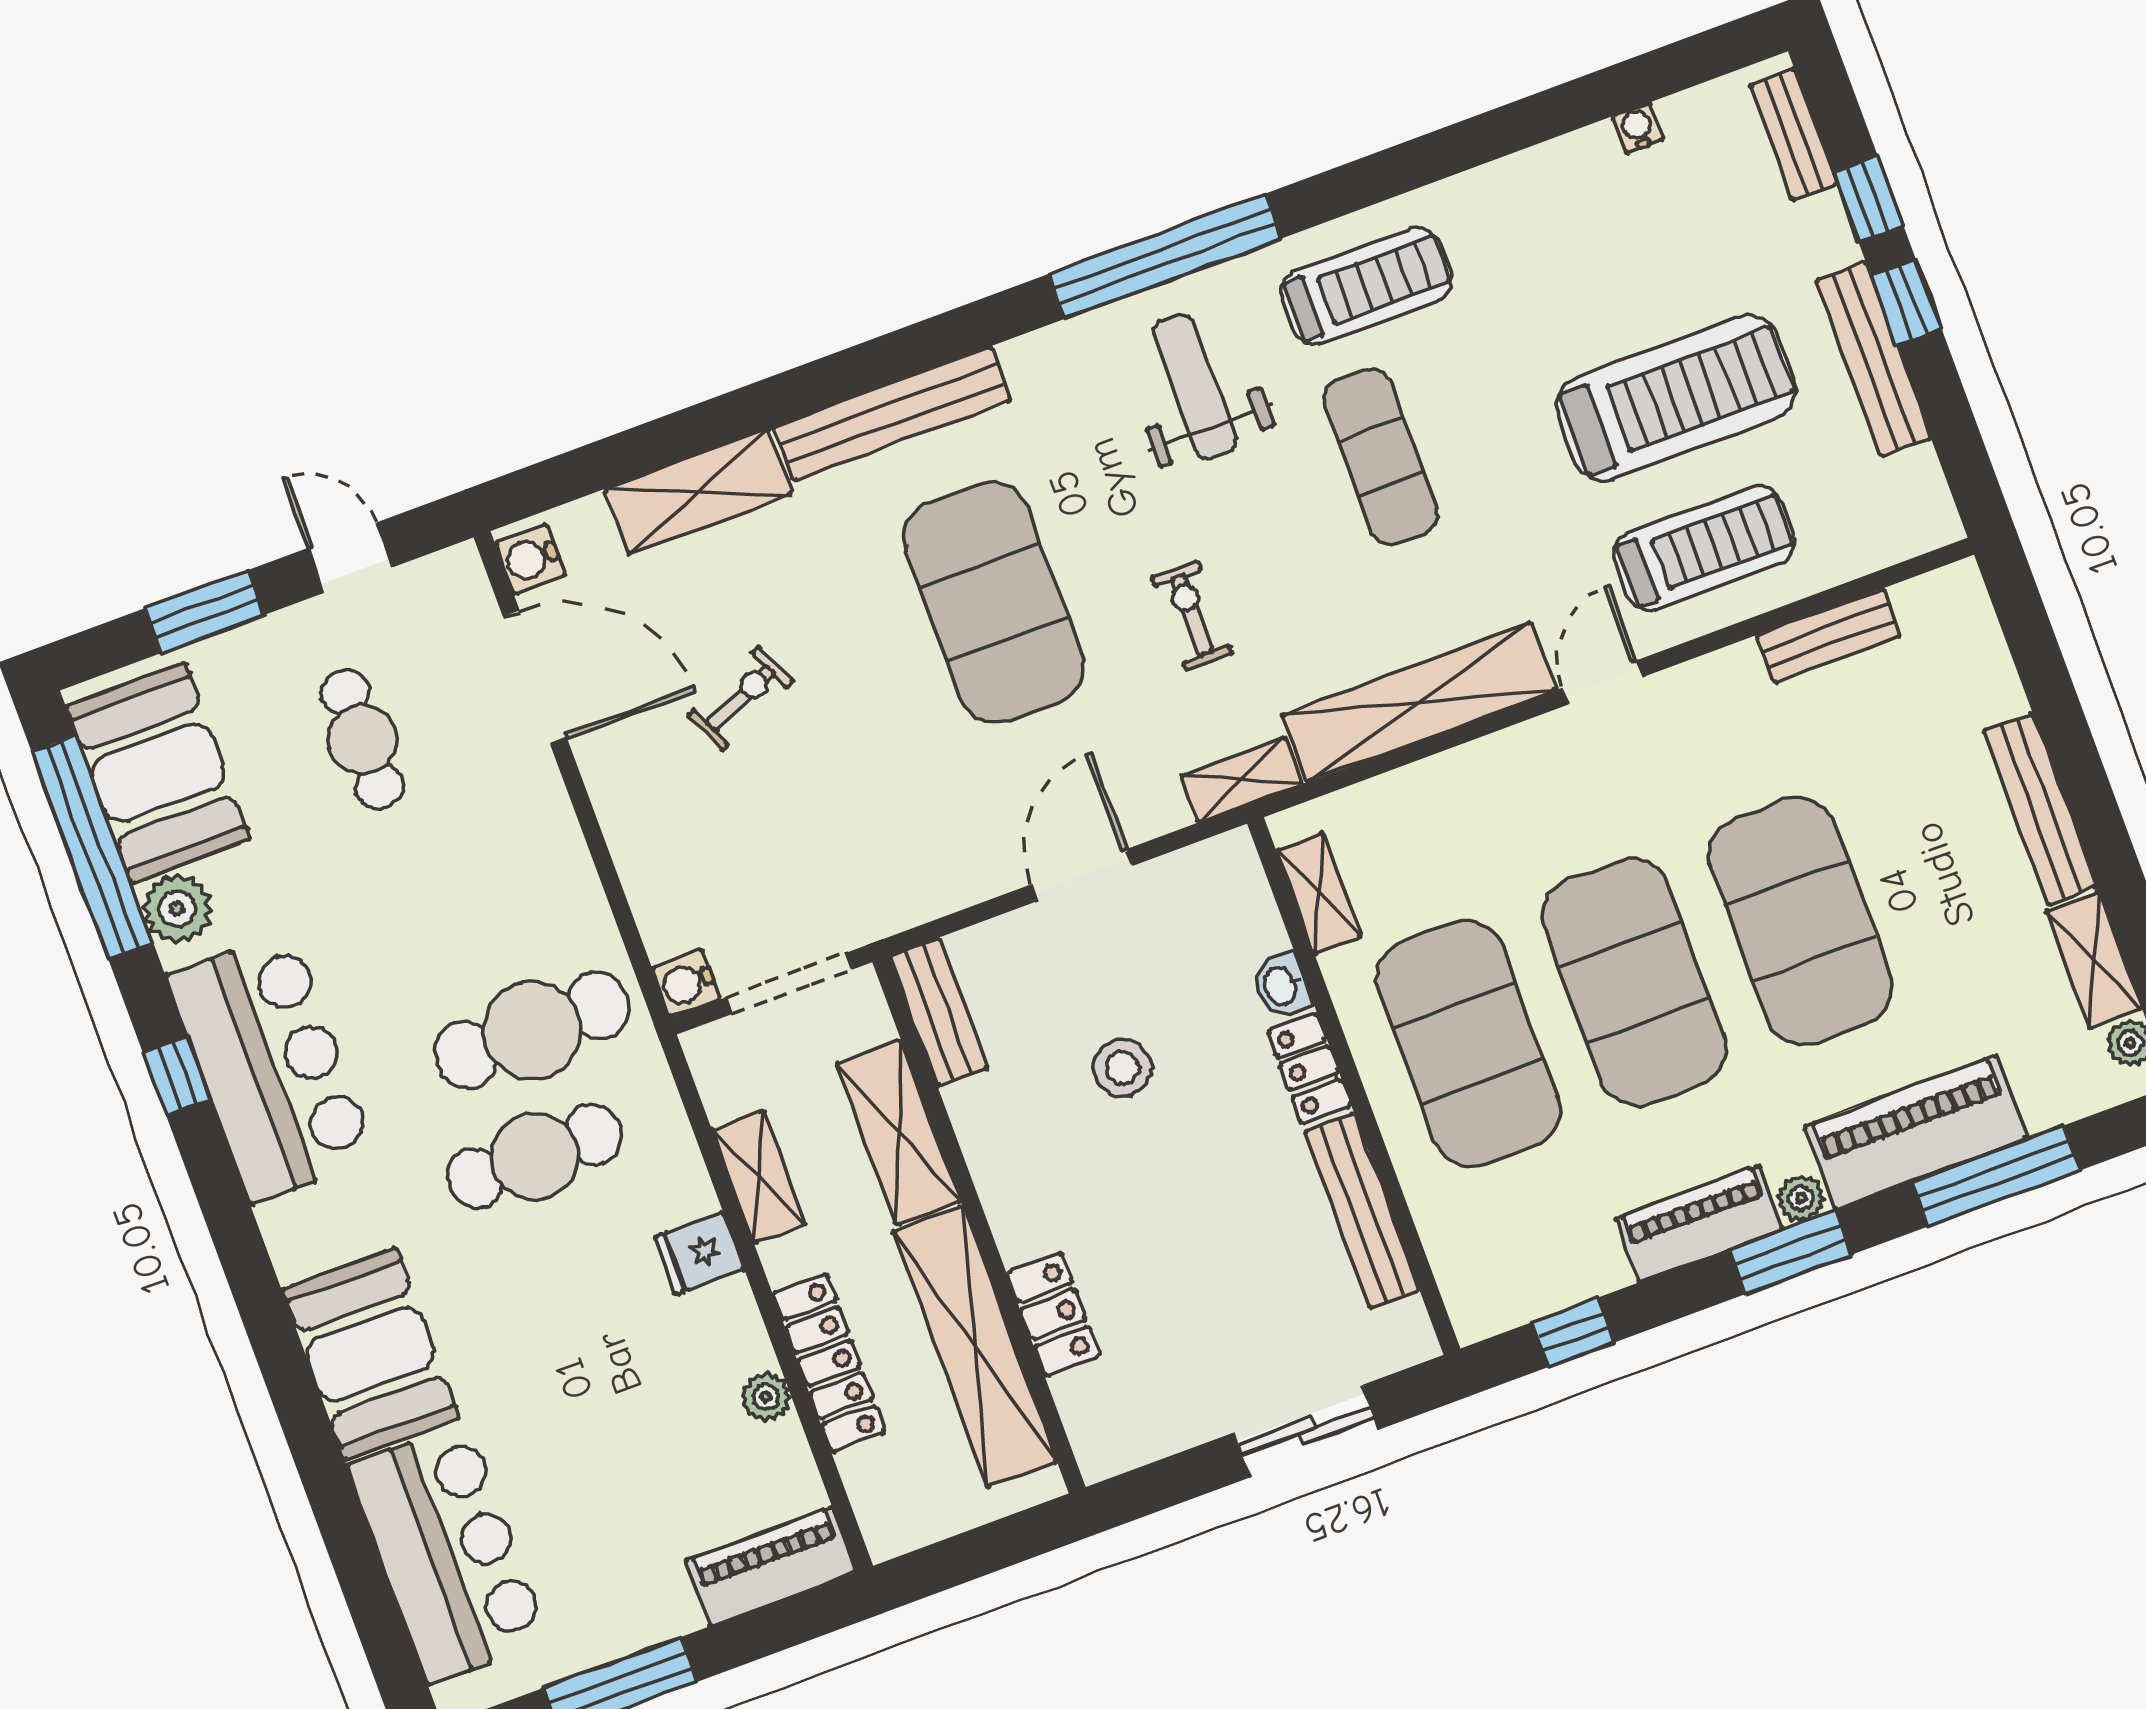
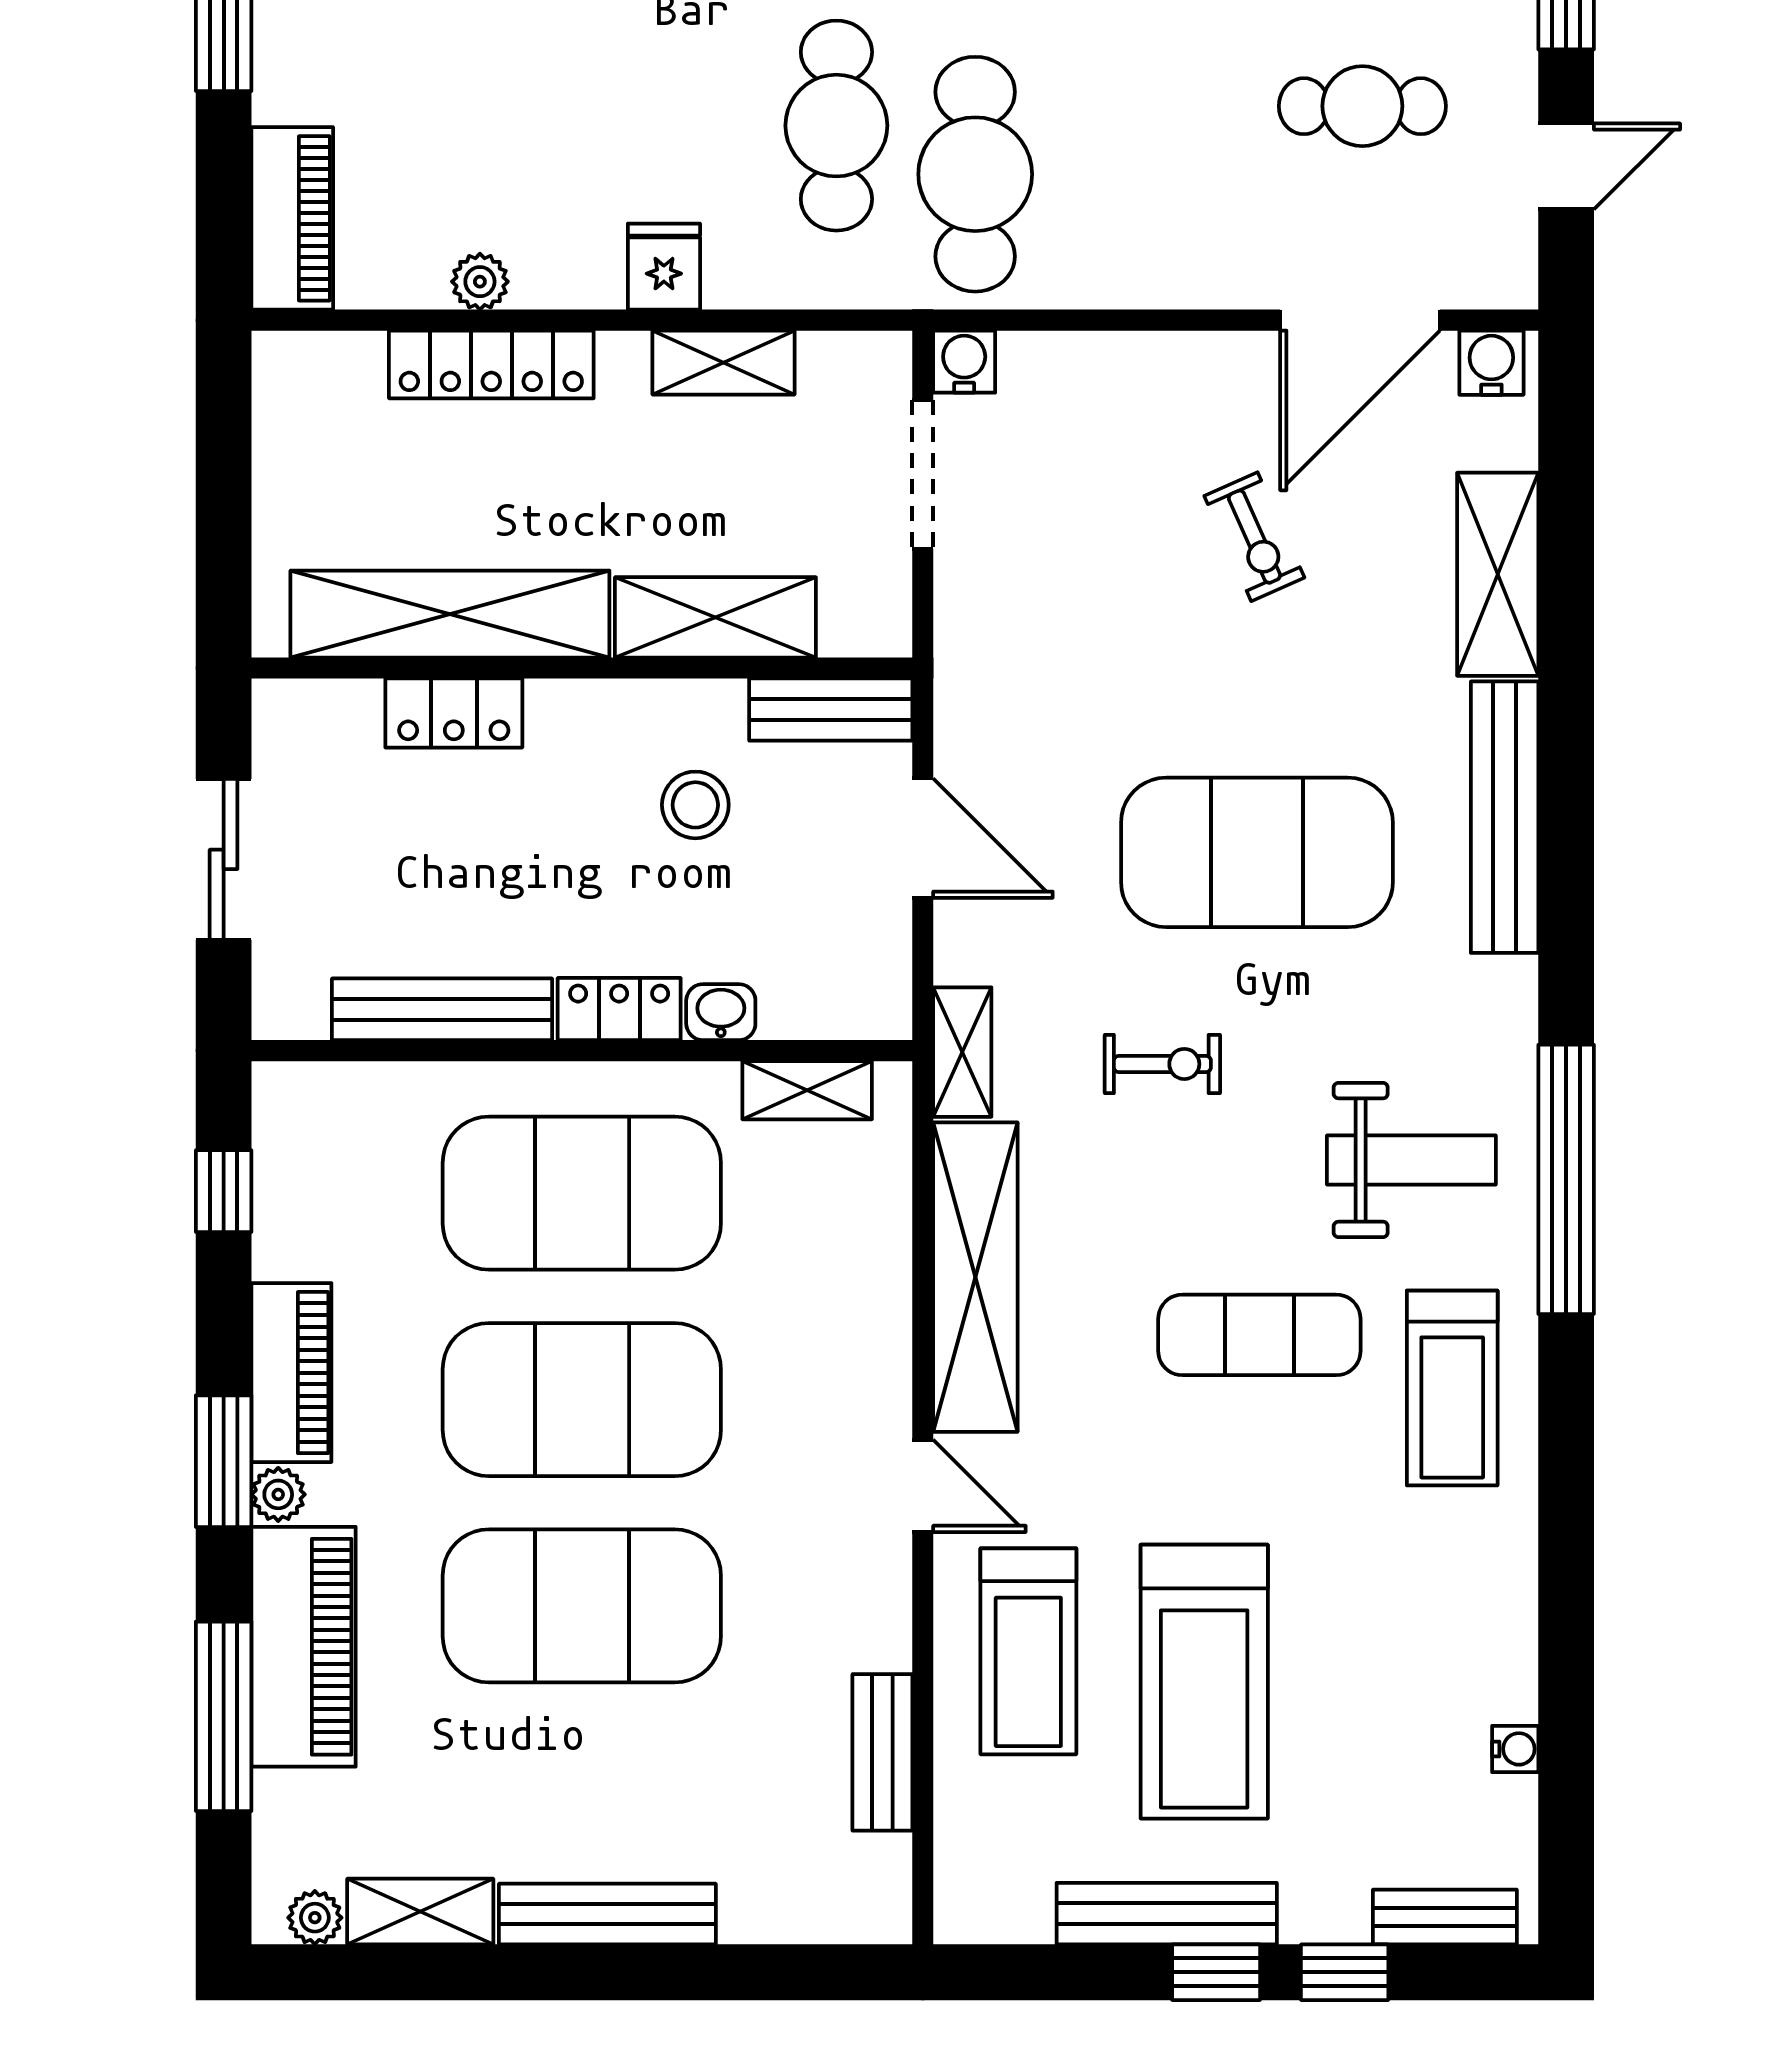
bench: (938, 1012) -> (831, 710), moved
shelving: (899, 1132) -> (715, 617), moved
wall: (979, 1225) -> (582, 668), moved
locker: (1053, 1314) -> (454, 713), moved
shelving: (975, 1347) -> (450, 614), moved

